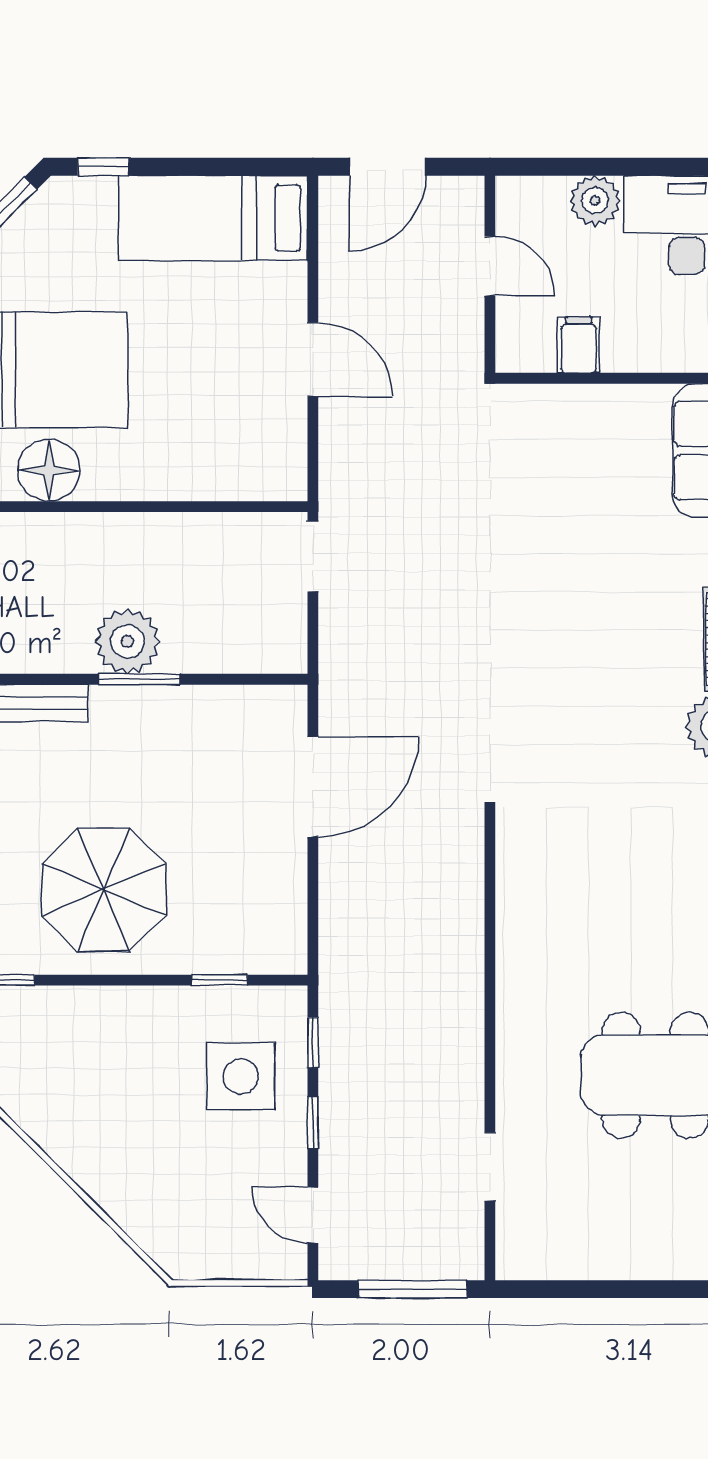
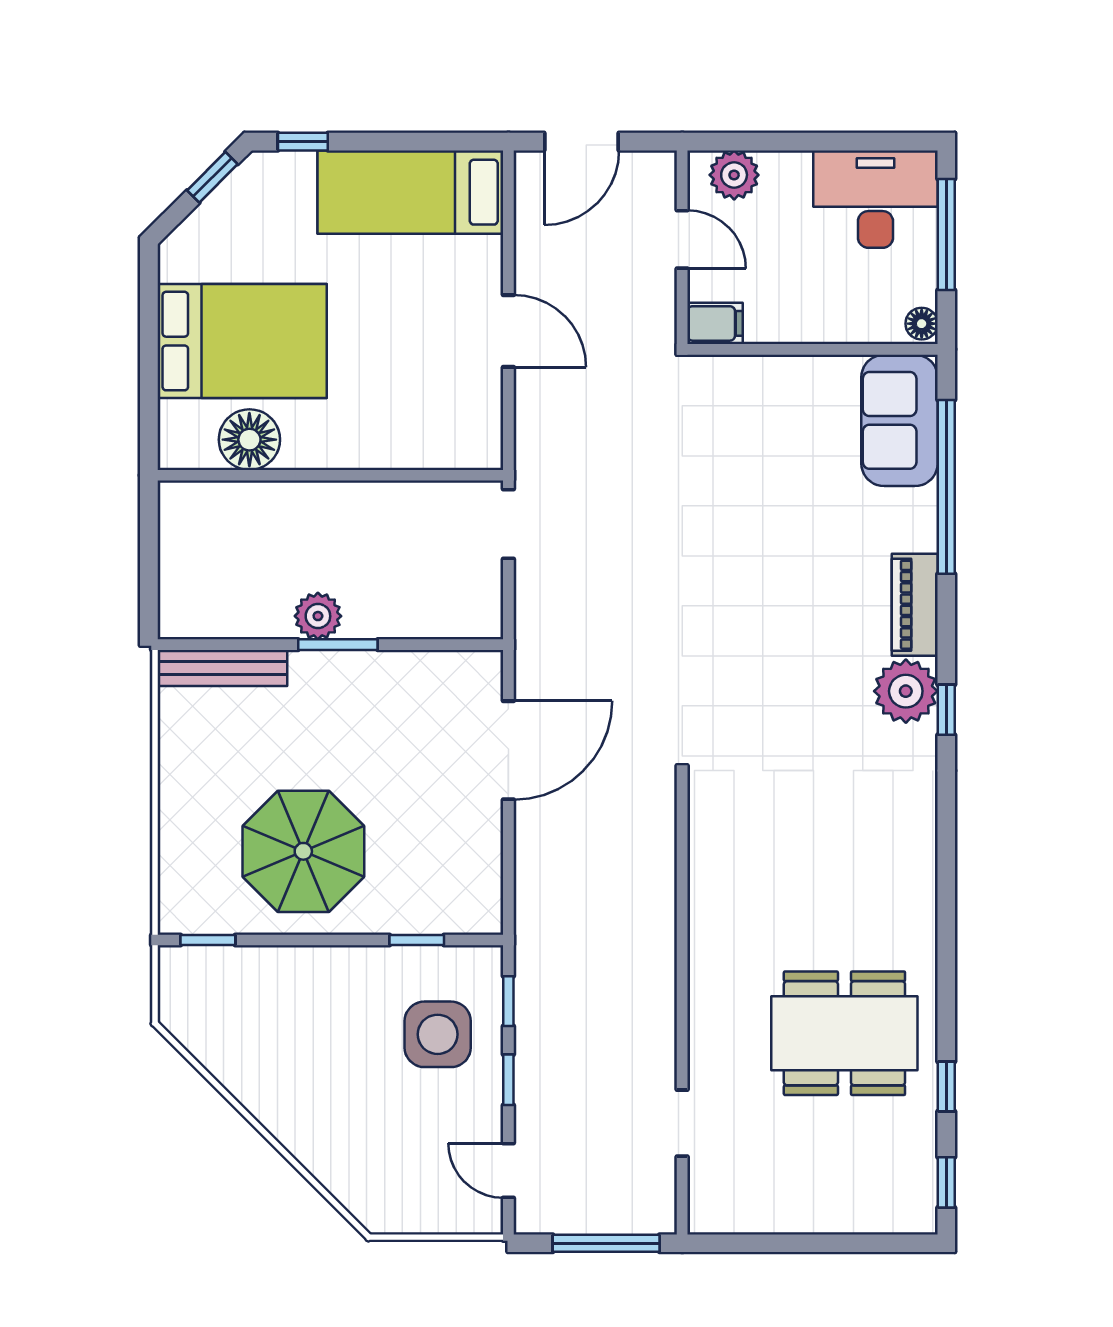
plant: (595, 201) -> (734, 175), moved
filing cabinet: (579, 345) -> (715, 323), moved, turned 90
plant: (127, 641) -> (318, 616), width x0.73, depth x0.73

